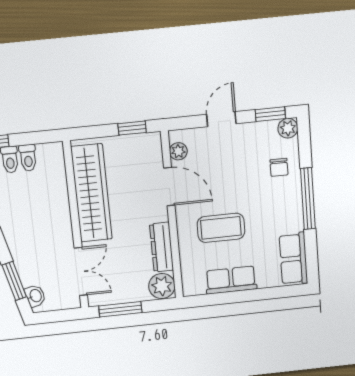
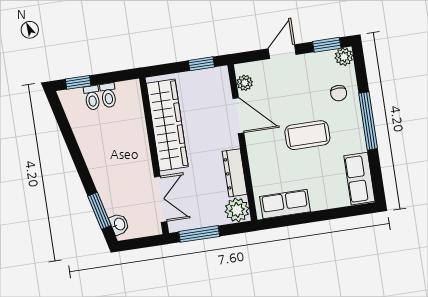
coffee table: (221, 228) -> (307, 135), moved
row of seats: (231, 280) -> (285, 204), moved

